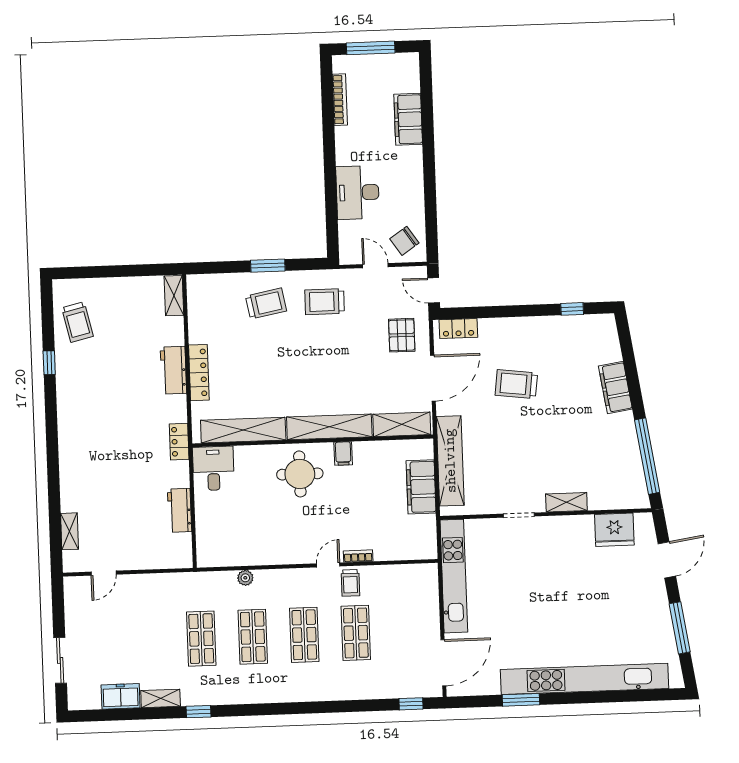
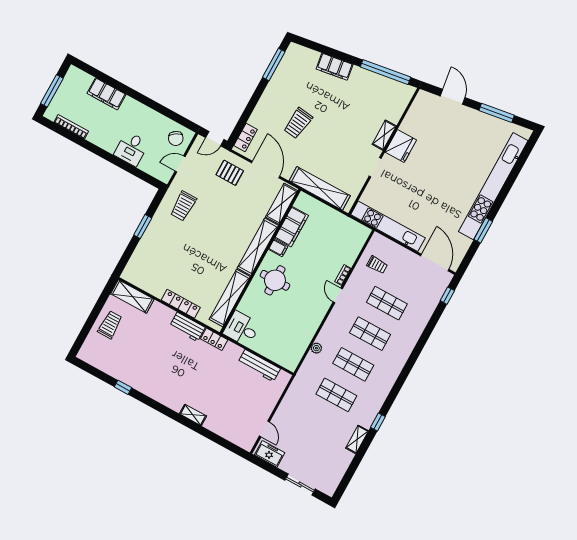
desk: (358, 192) -> (131, 149), width x0.73
shelving: (174, 296) -> (132, 297), width x1.50, depth x1.33
trolley: (266, 304) -> (164, 241), removed
window: (572, 309) -> (274, 65), width x2.17
trolley: (77, 322) -> (110, 325), moved, turned -77
workbench: (173, 370) -> (187, 327), moved
filing cabinet: (421, 487) -> (292, 227), moved, turned -90
workbench: (180, 510) -> (259, 366), width x1.37
fridge: (614, 530) -> (401, 146), moved
shelving: (69, 531) -> (193, 415), moved
trolley: (350, 583) -> (377, 265), moved
freezer: (121, 696) -> (270, 454), moved, turned 90

